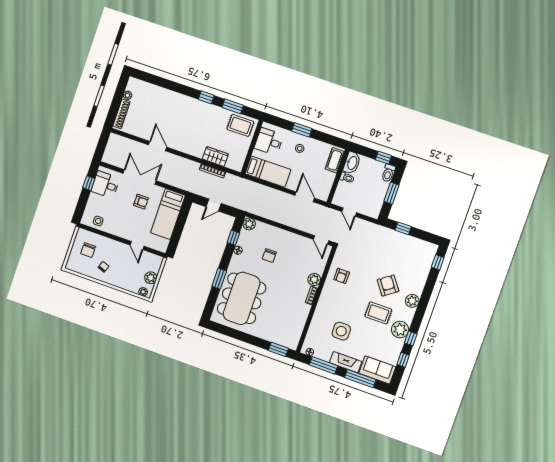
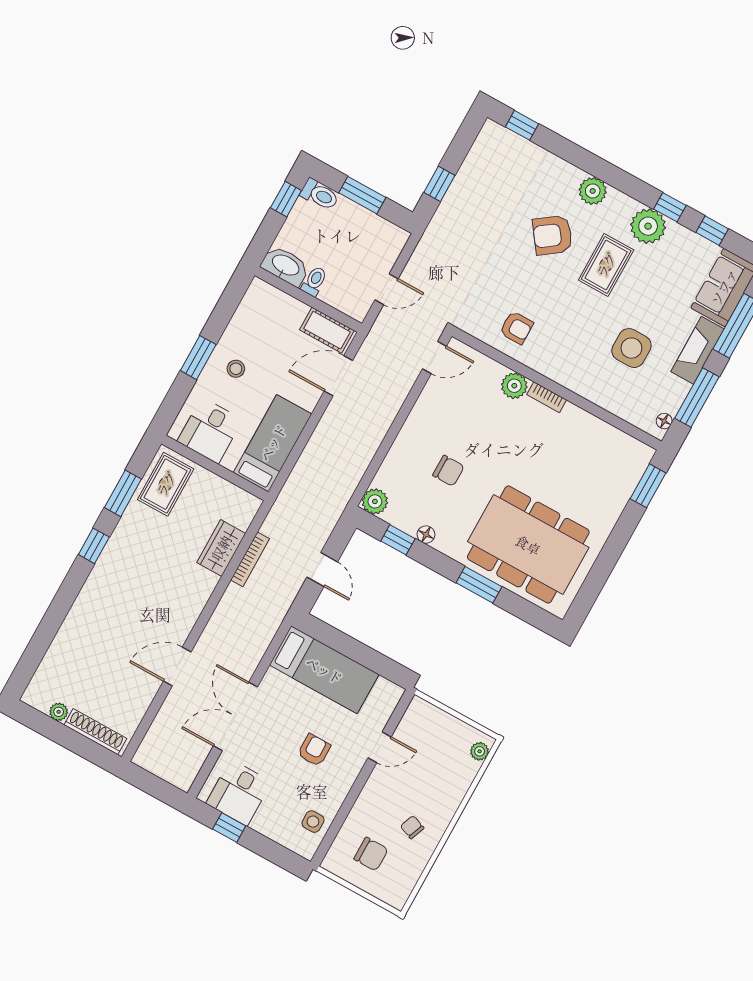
cot: (335, 160) -> (327, 330), moved
armchair: (141, 202) -> (314, 750), moved
plant: (151, 278) -> (452, 730), removed

